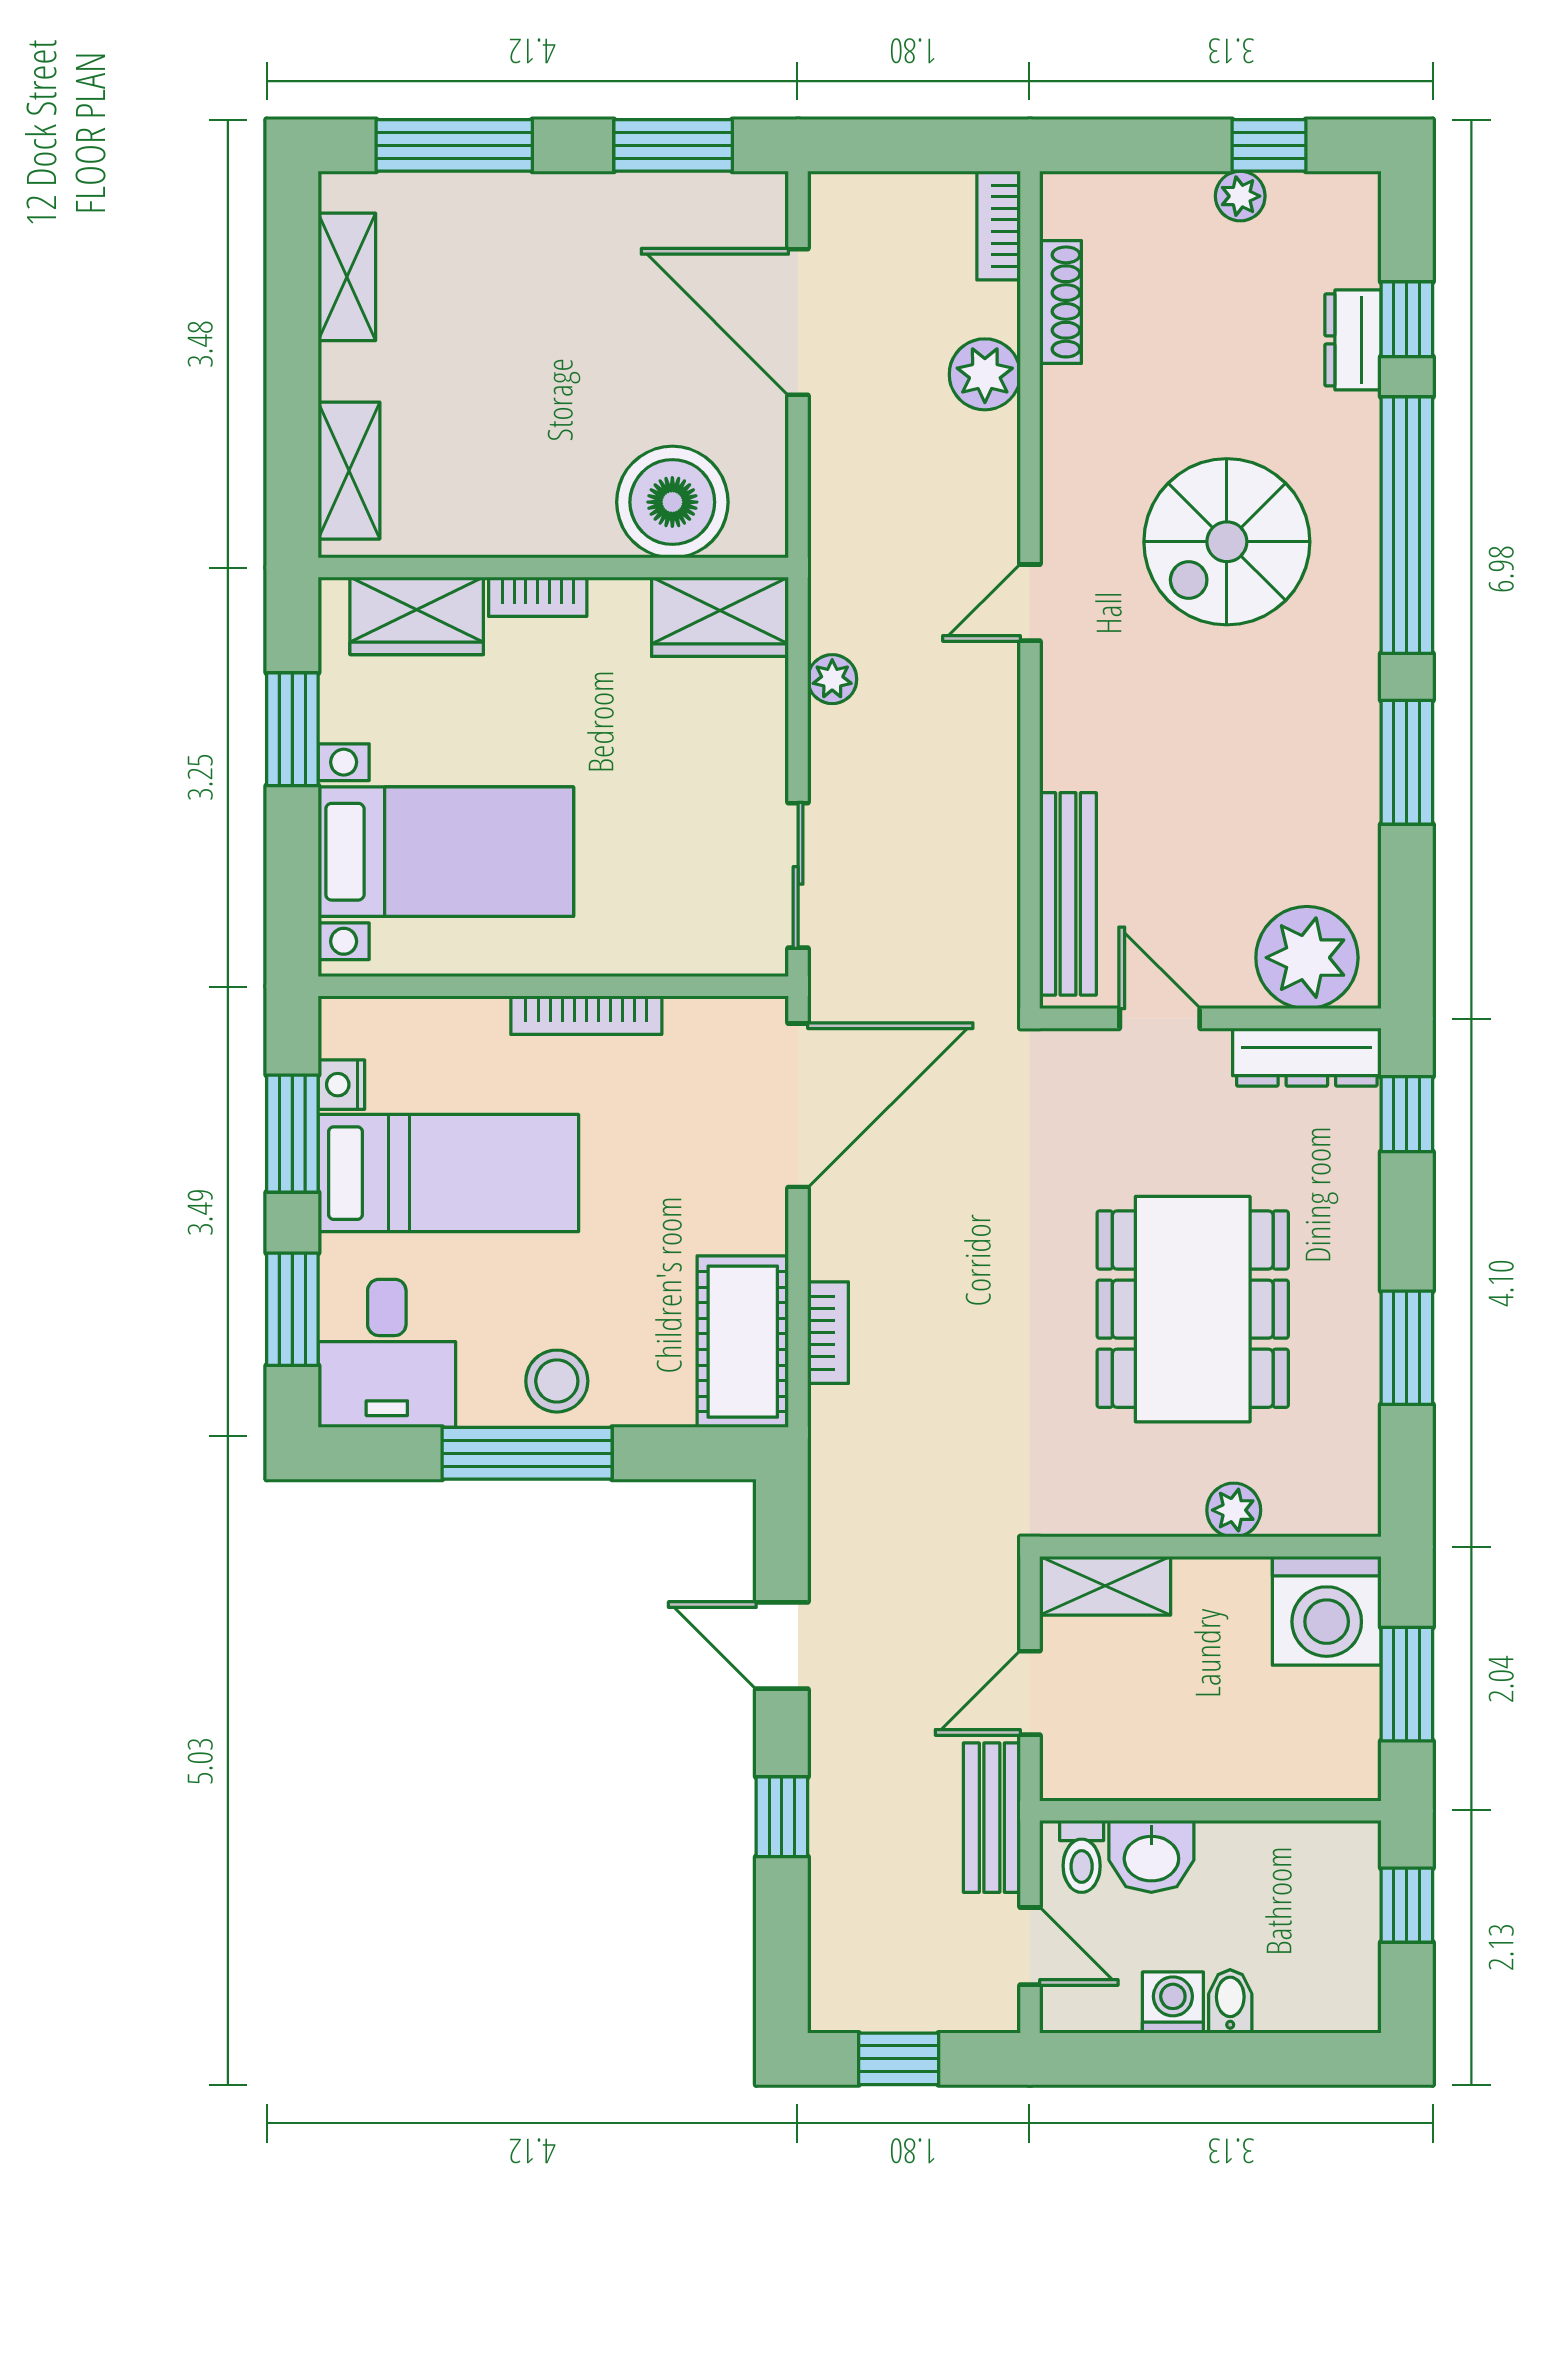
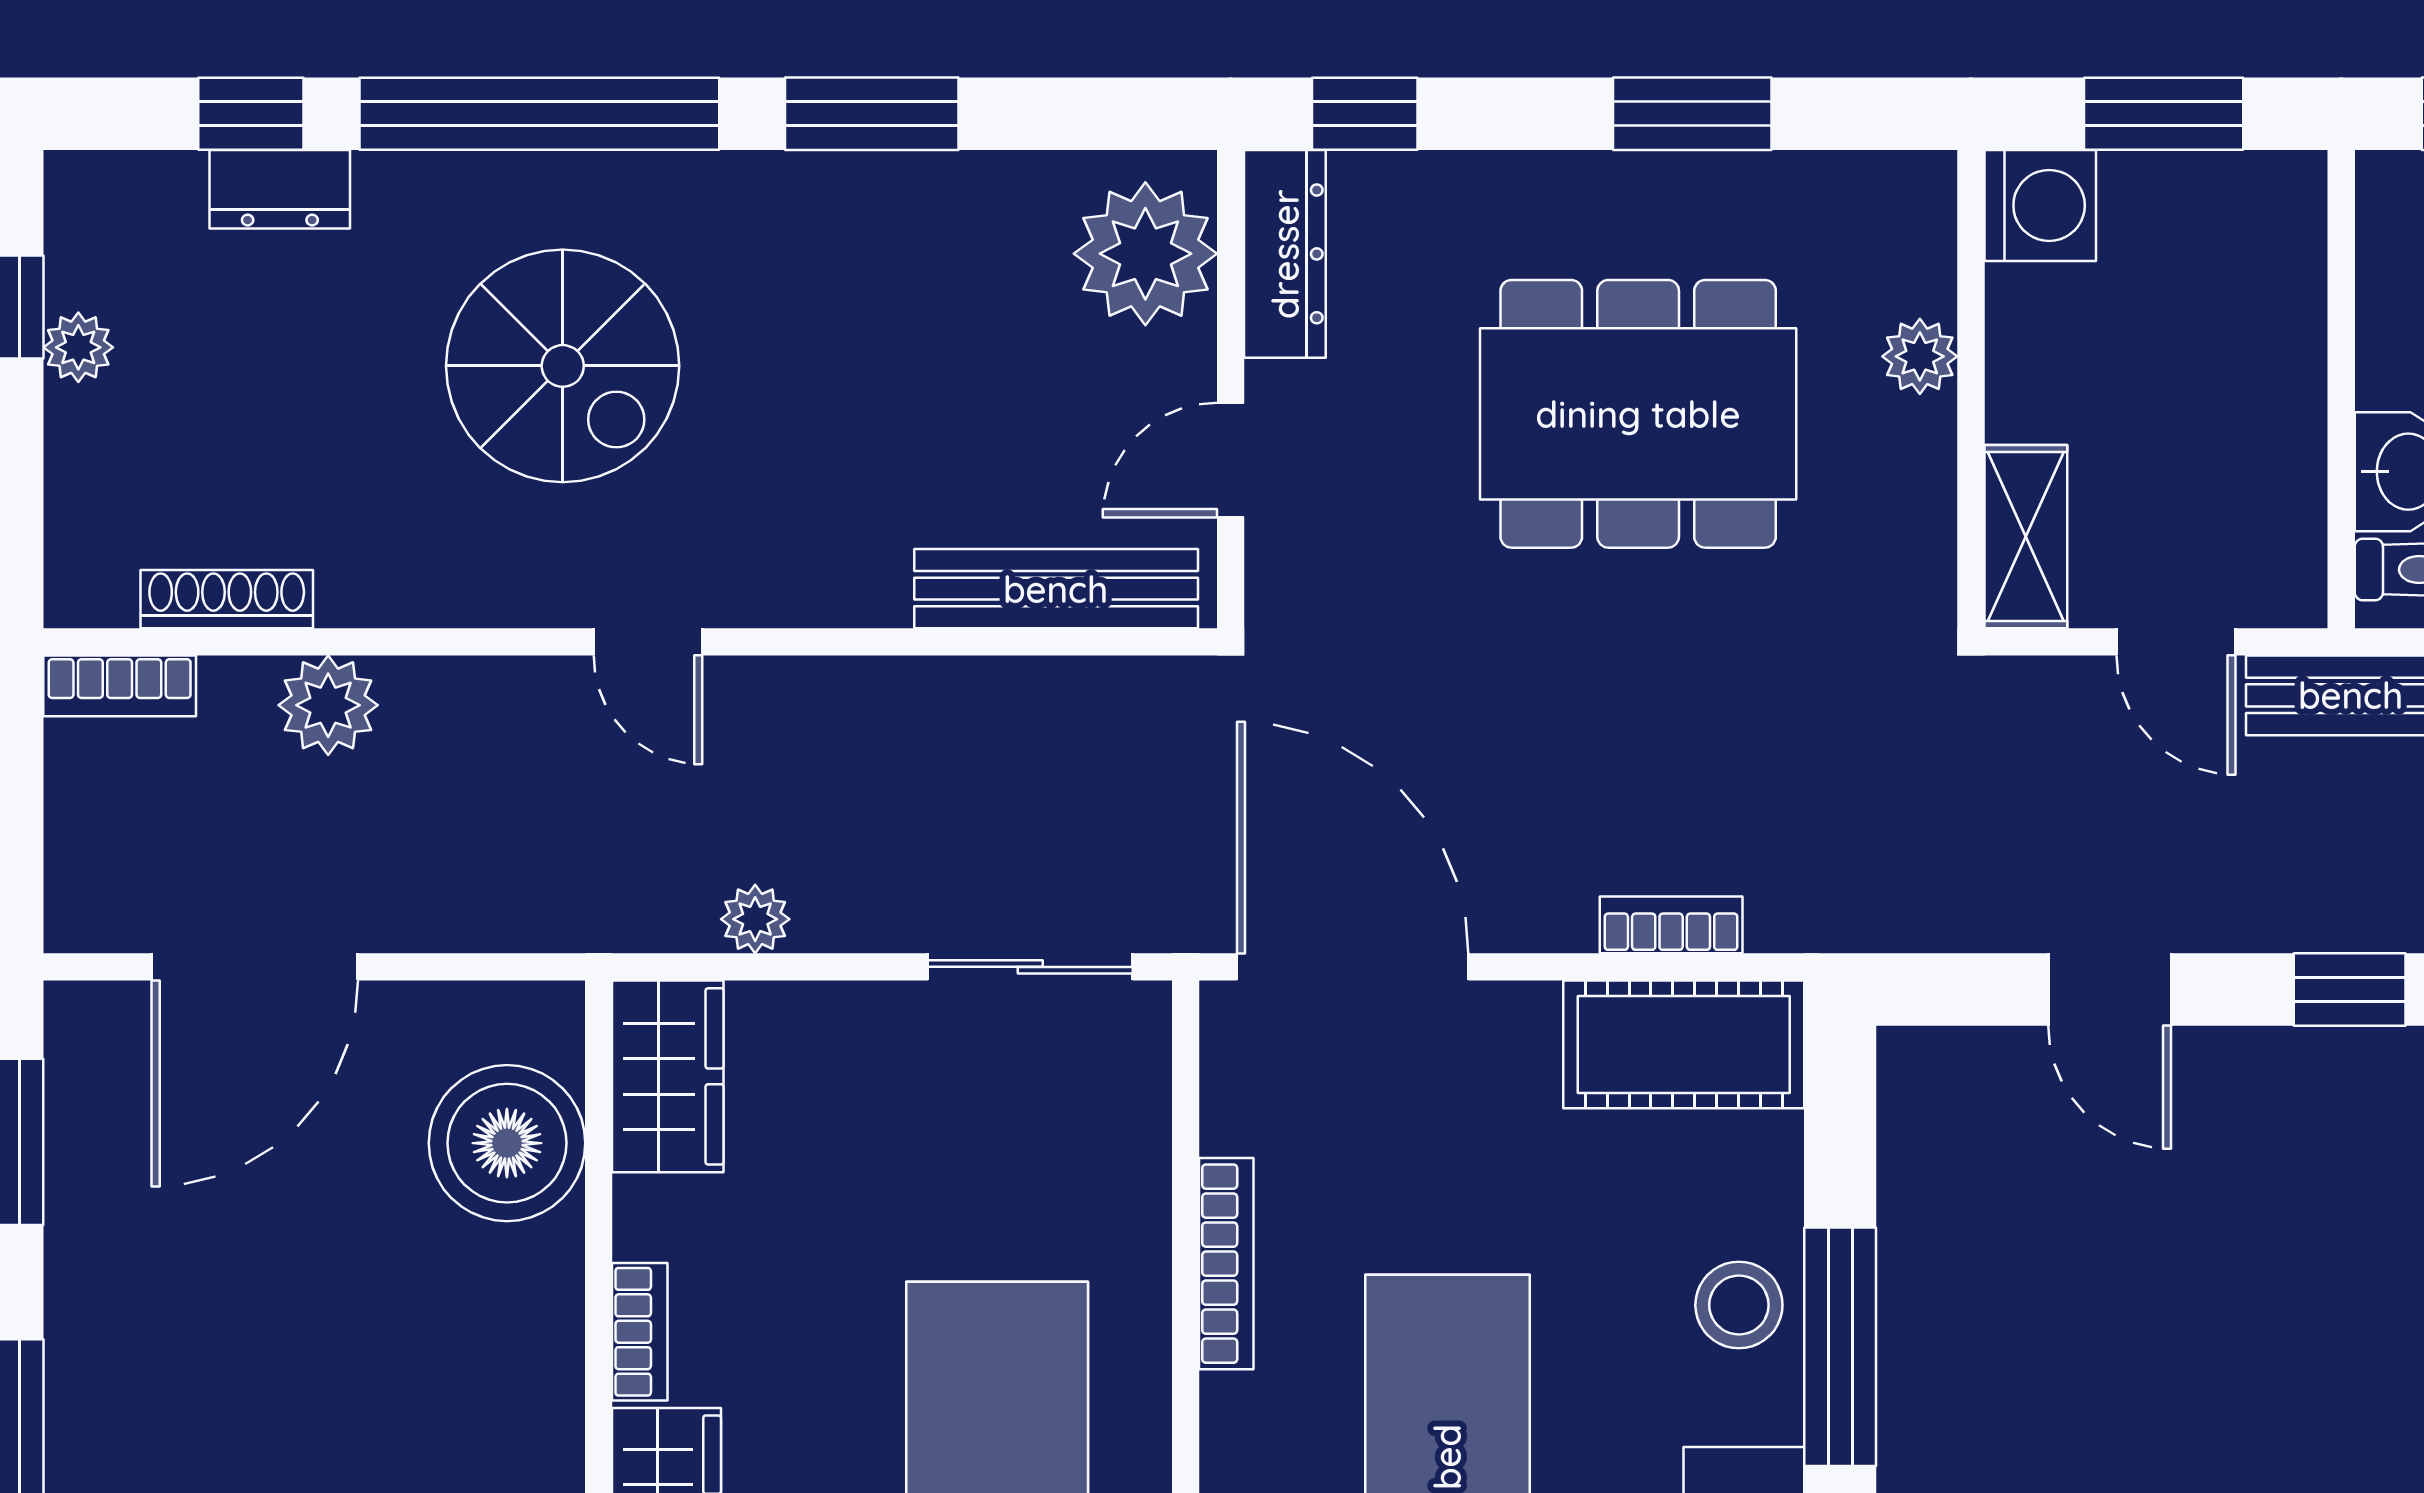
washing machine: (1327, 1611) -> (2040, 205), width x0.73, depth x0.73
door: (782, 1646) -> (2110, 989), hinge flipped

